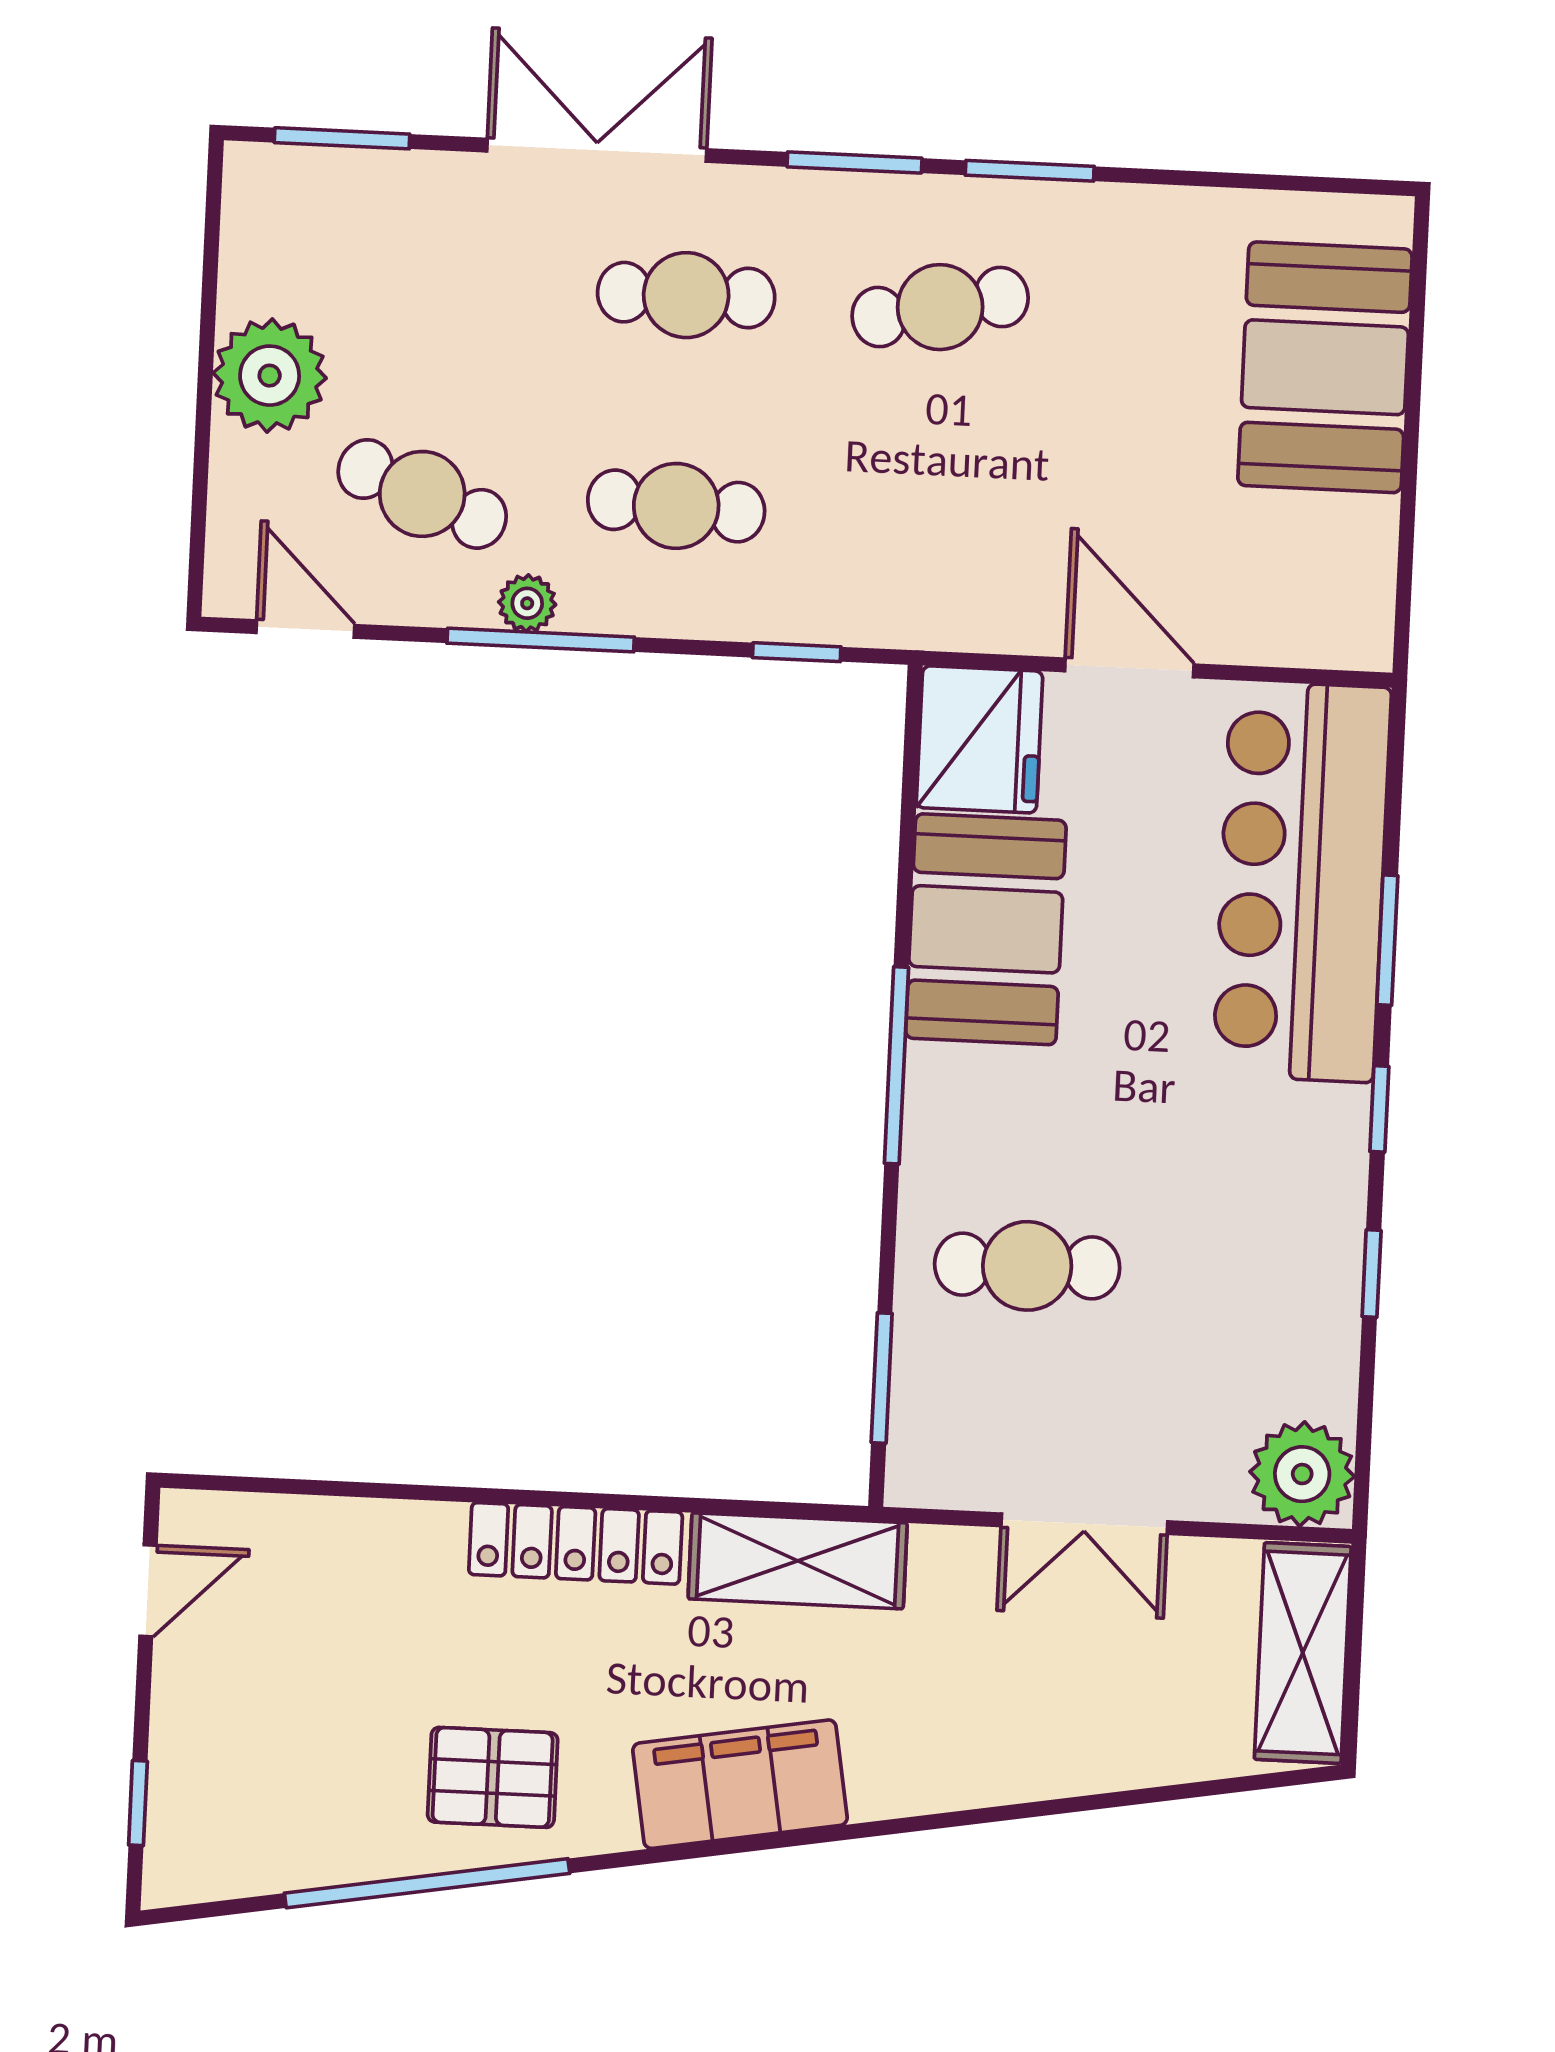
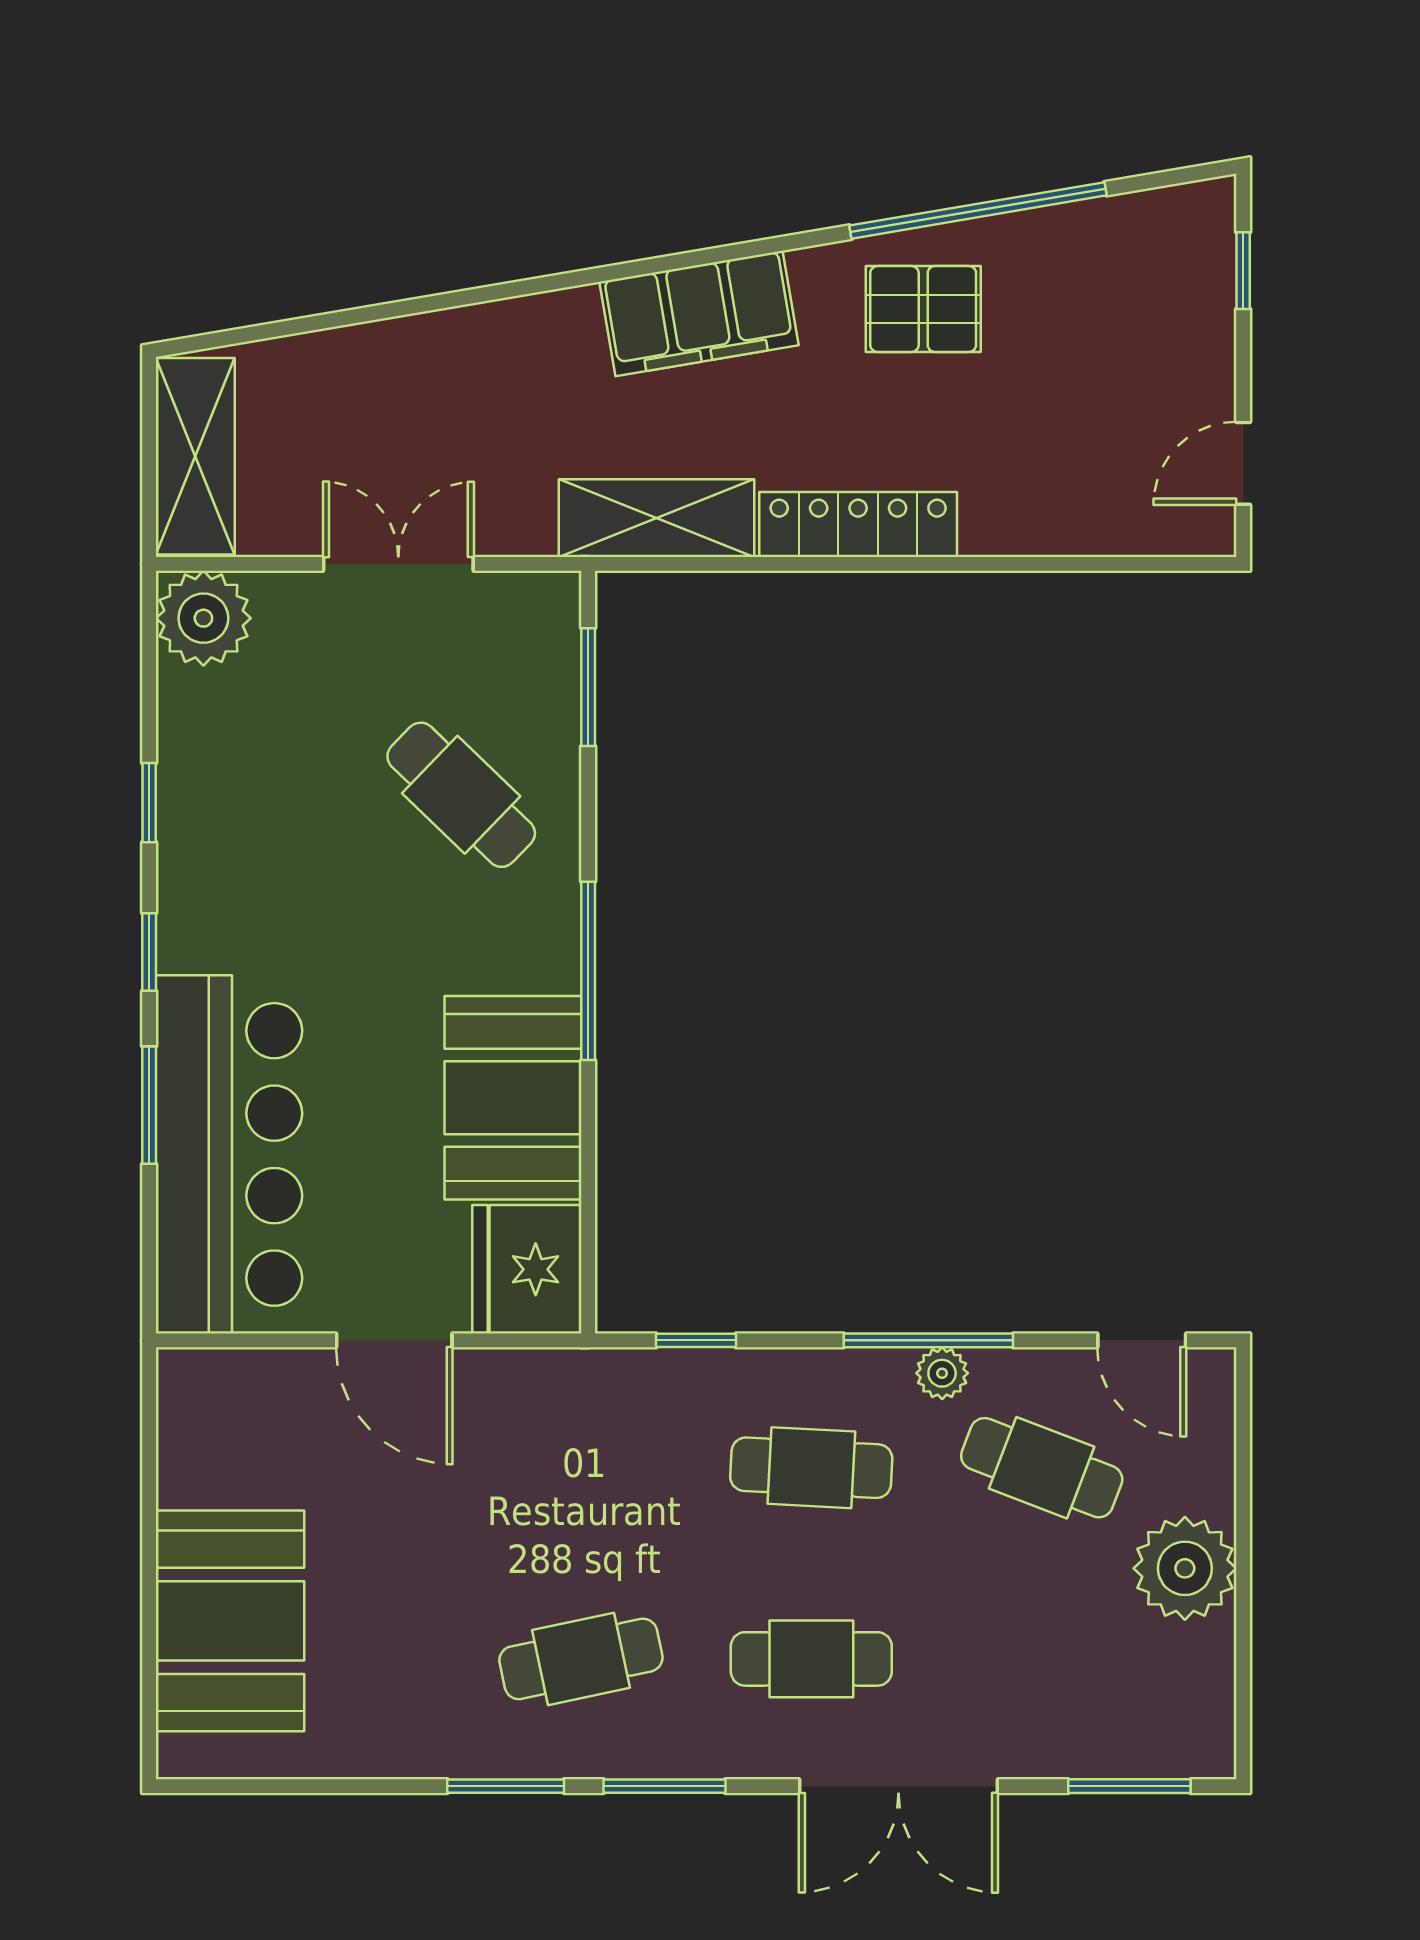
cafe table: (1027, 1266) -> (461, 795), turned 45

